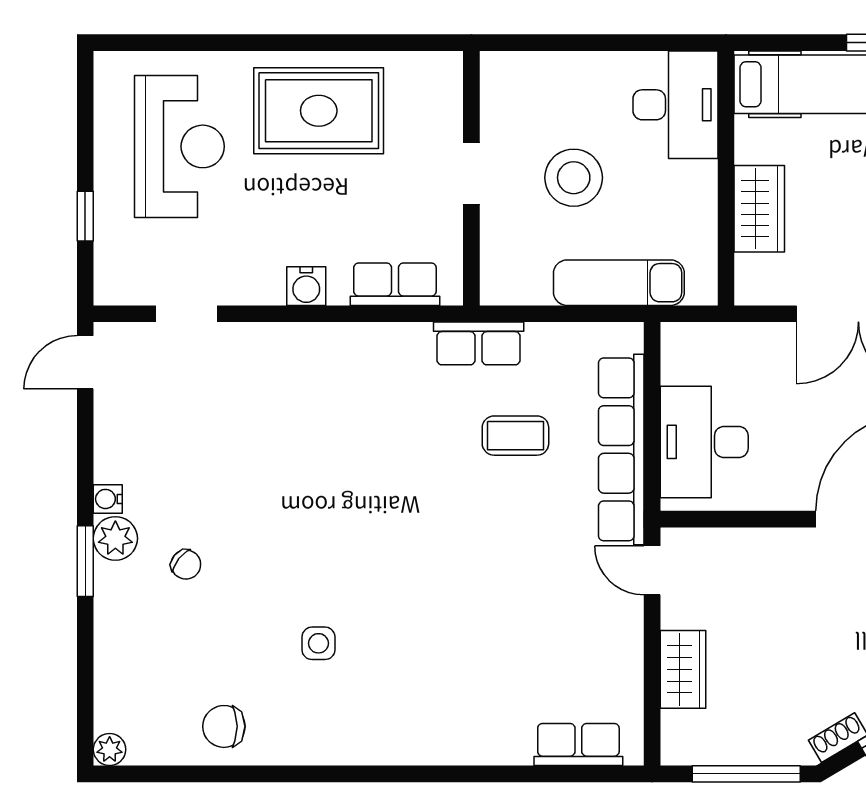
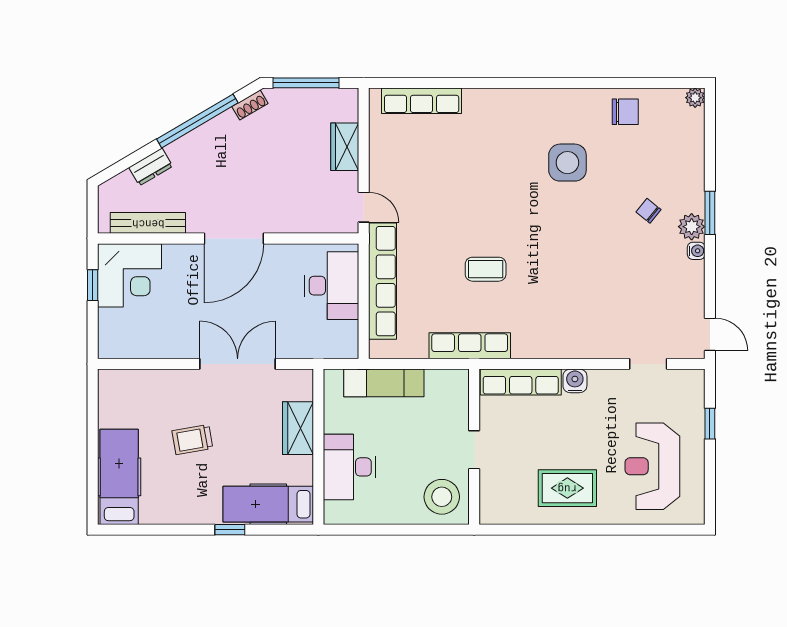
desk: (675, 105) -> (349, 467), moved
rug: (319, 111) -> (567, 488), width x0.73, depth x0.70
stool: (574, 178) -> (442, 497), moved
row of seats: (395, 284) -> (521, 382), width x1.48
row of seats: (479, 343) -> (470, 346), width x1.48
door: (85, 362) -> (710, 334), hinge flipped
coffee table: (515, 436) -> (486, 269), moved
side table: (318, 643) -> (567, 163), width x1.87, depth x1.87
row of seats: (578, 744) -> (422, 101), width x1.48

